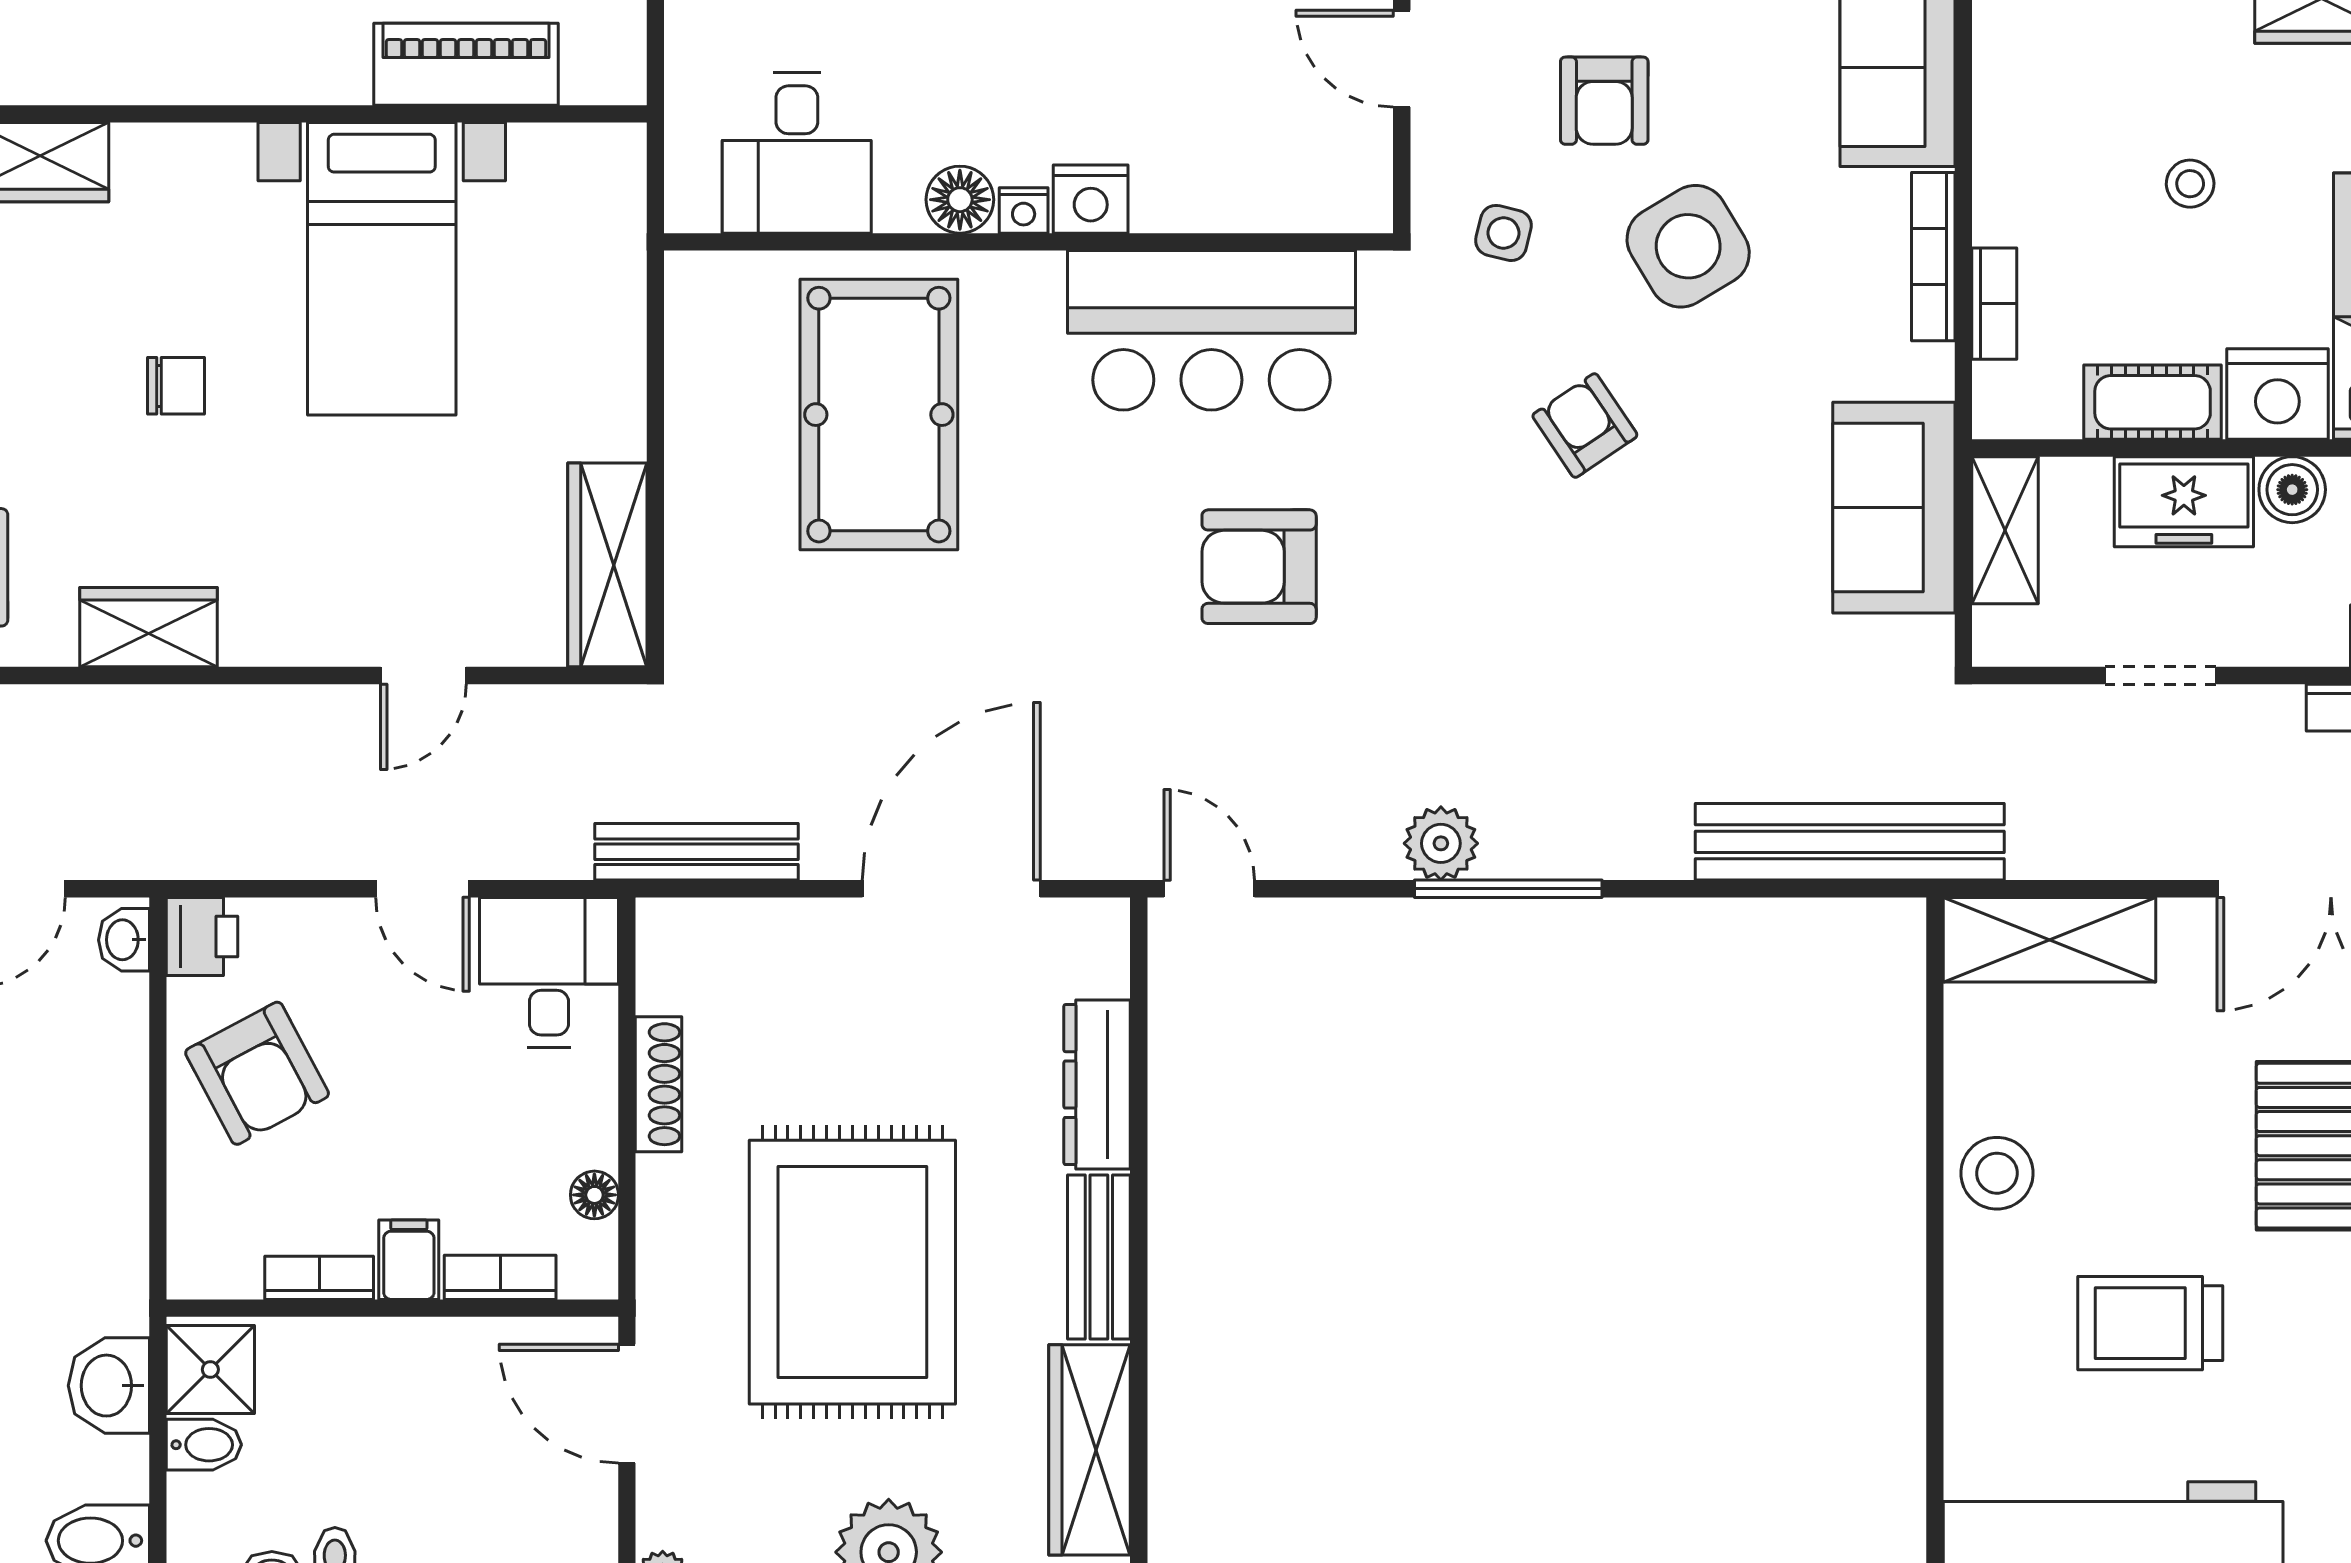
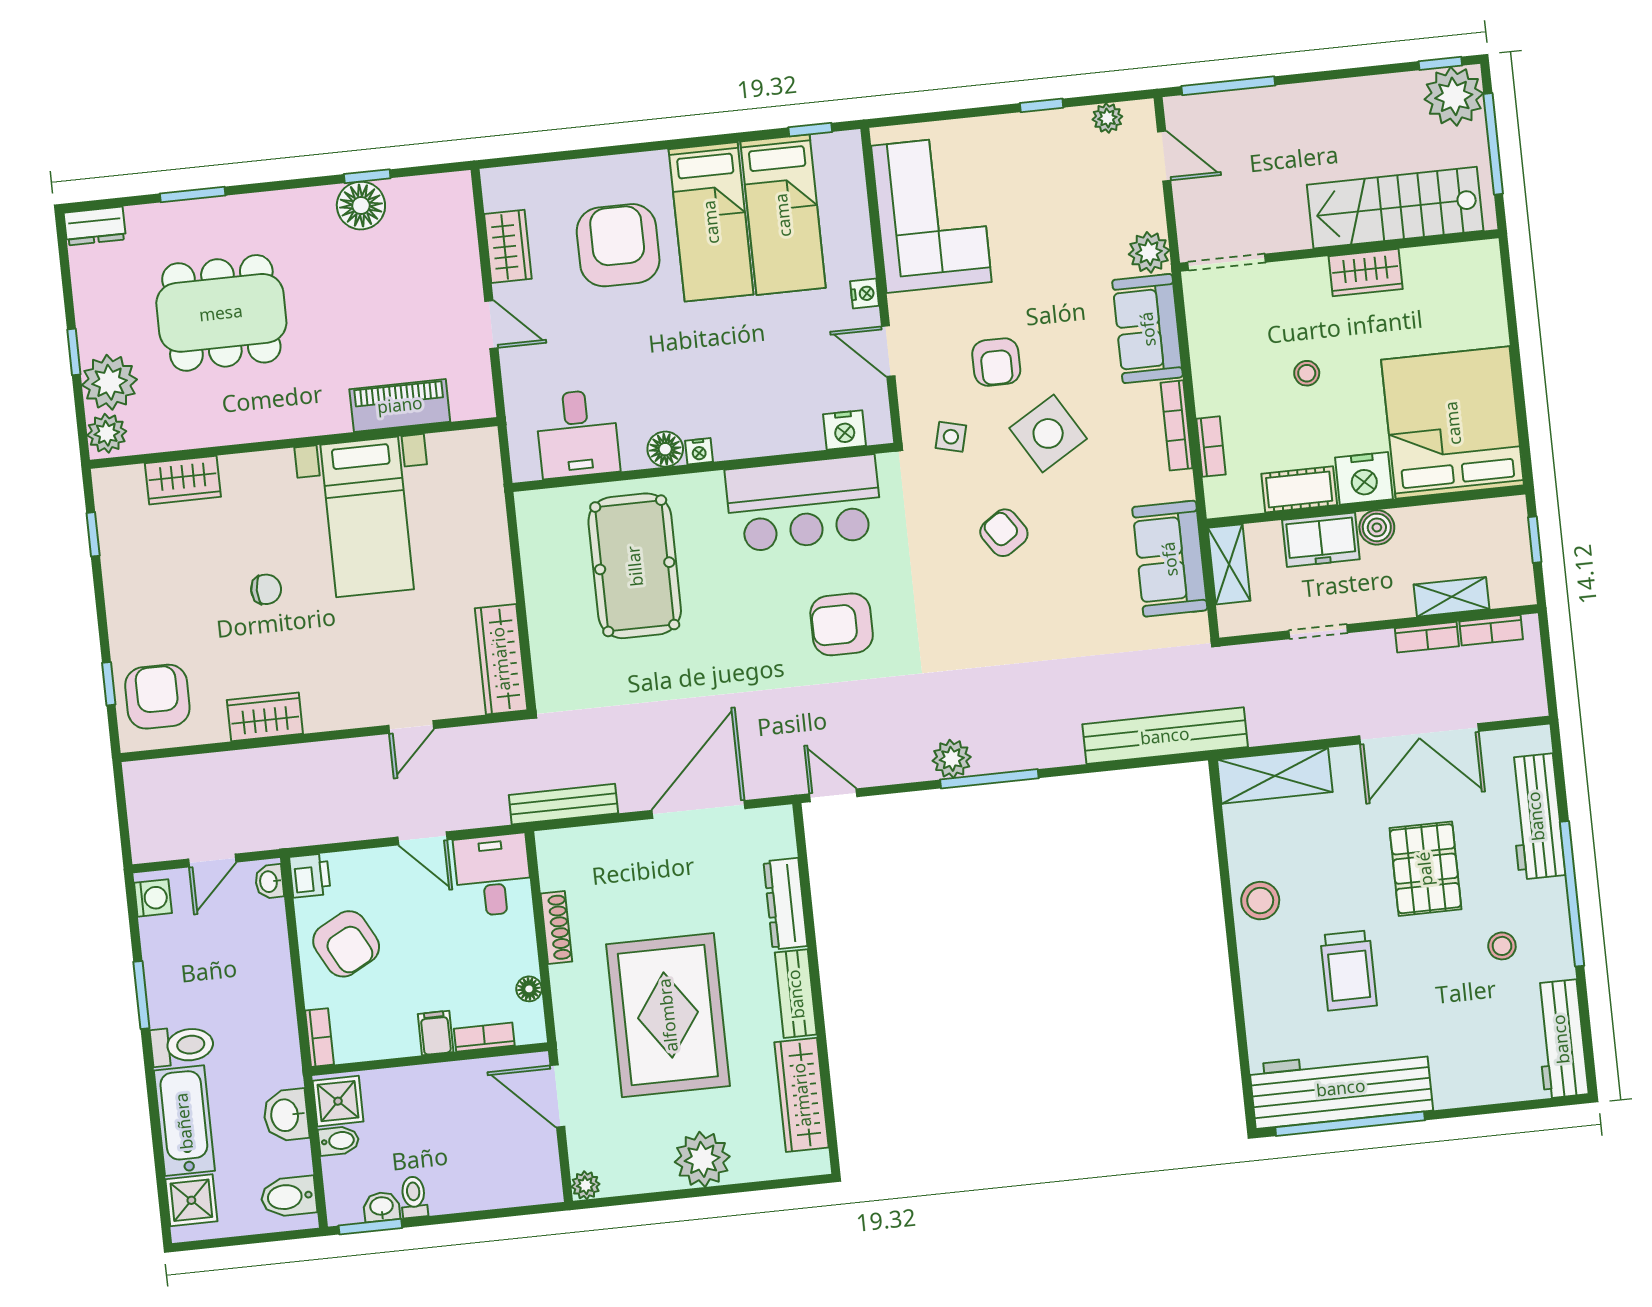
nightstand: (1091, 199) -> (844, 430), moved
bookcase: (319, 1278) -> (320, 1038), moved, turned 90
trolley: (2150, 1323) -> (1348, 970), turned -90

